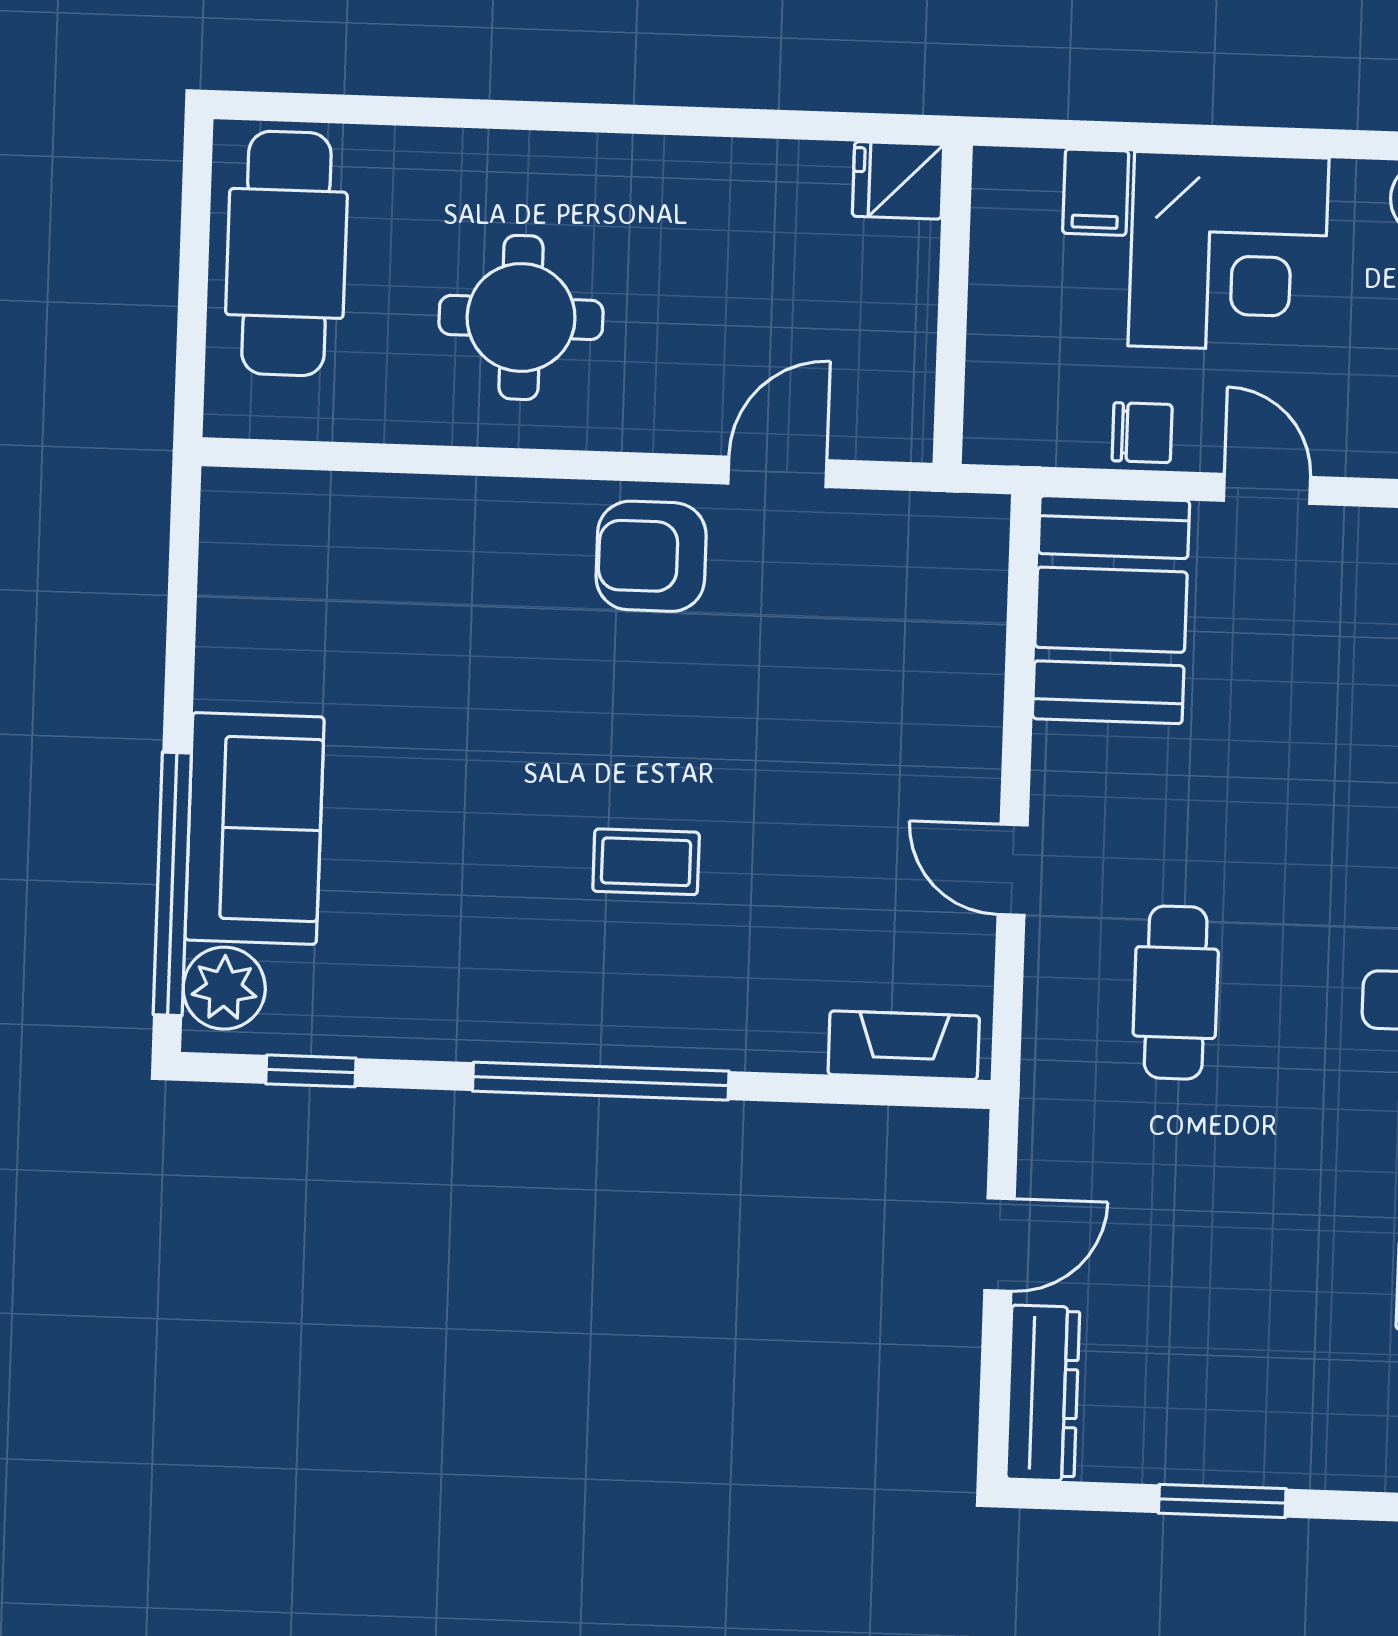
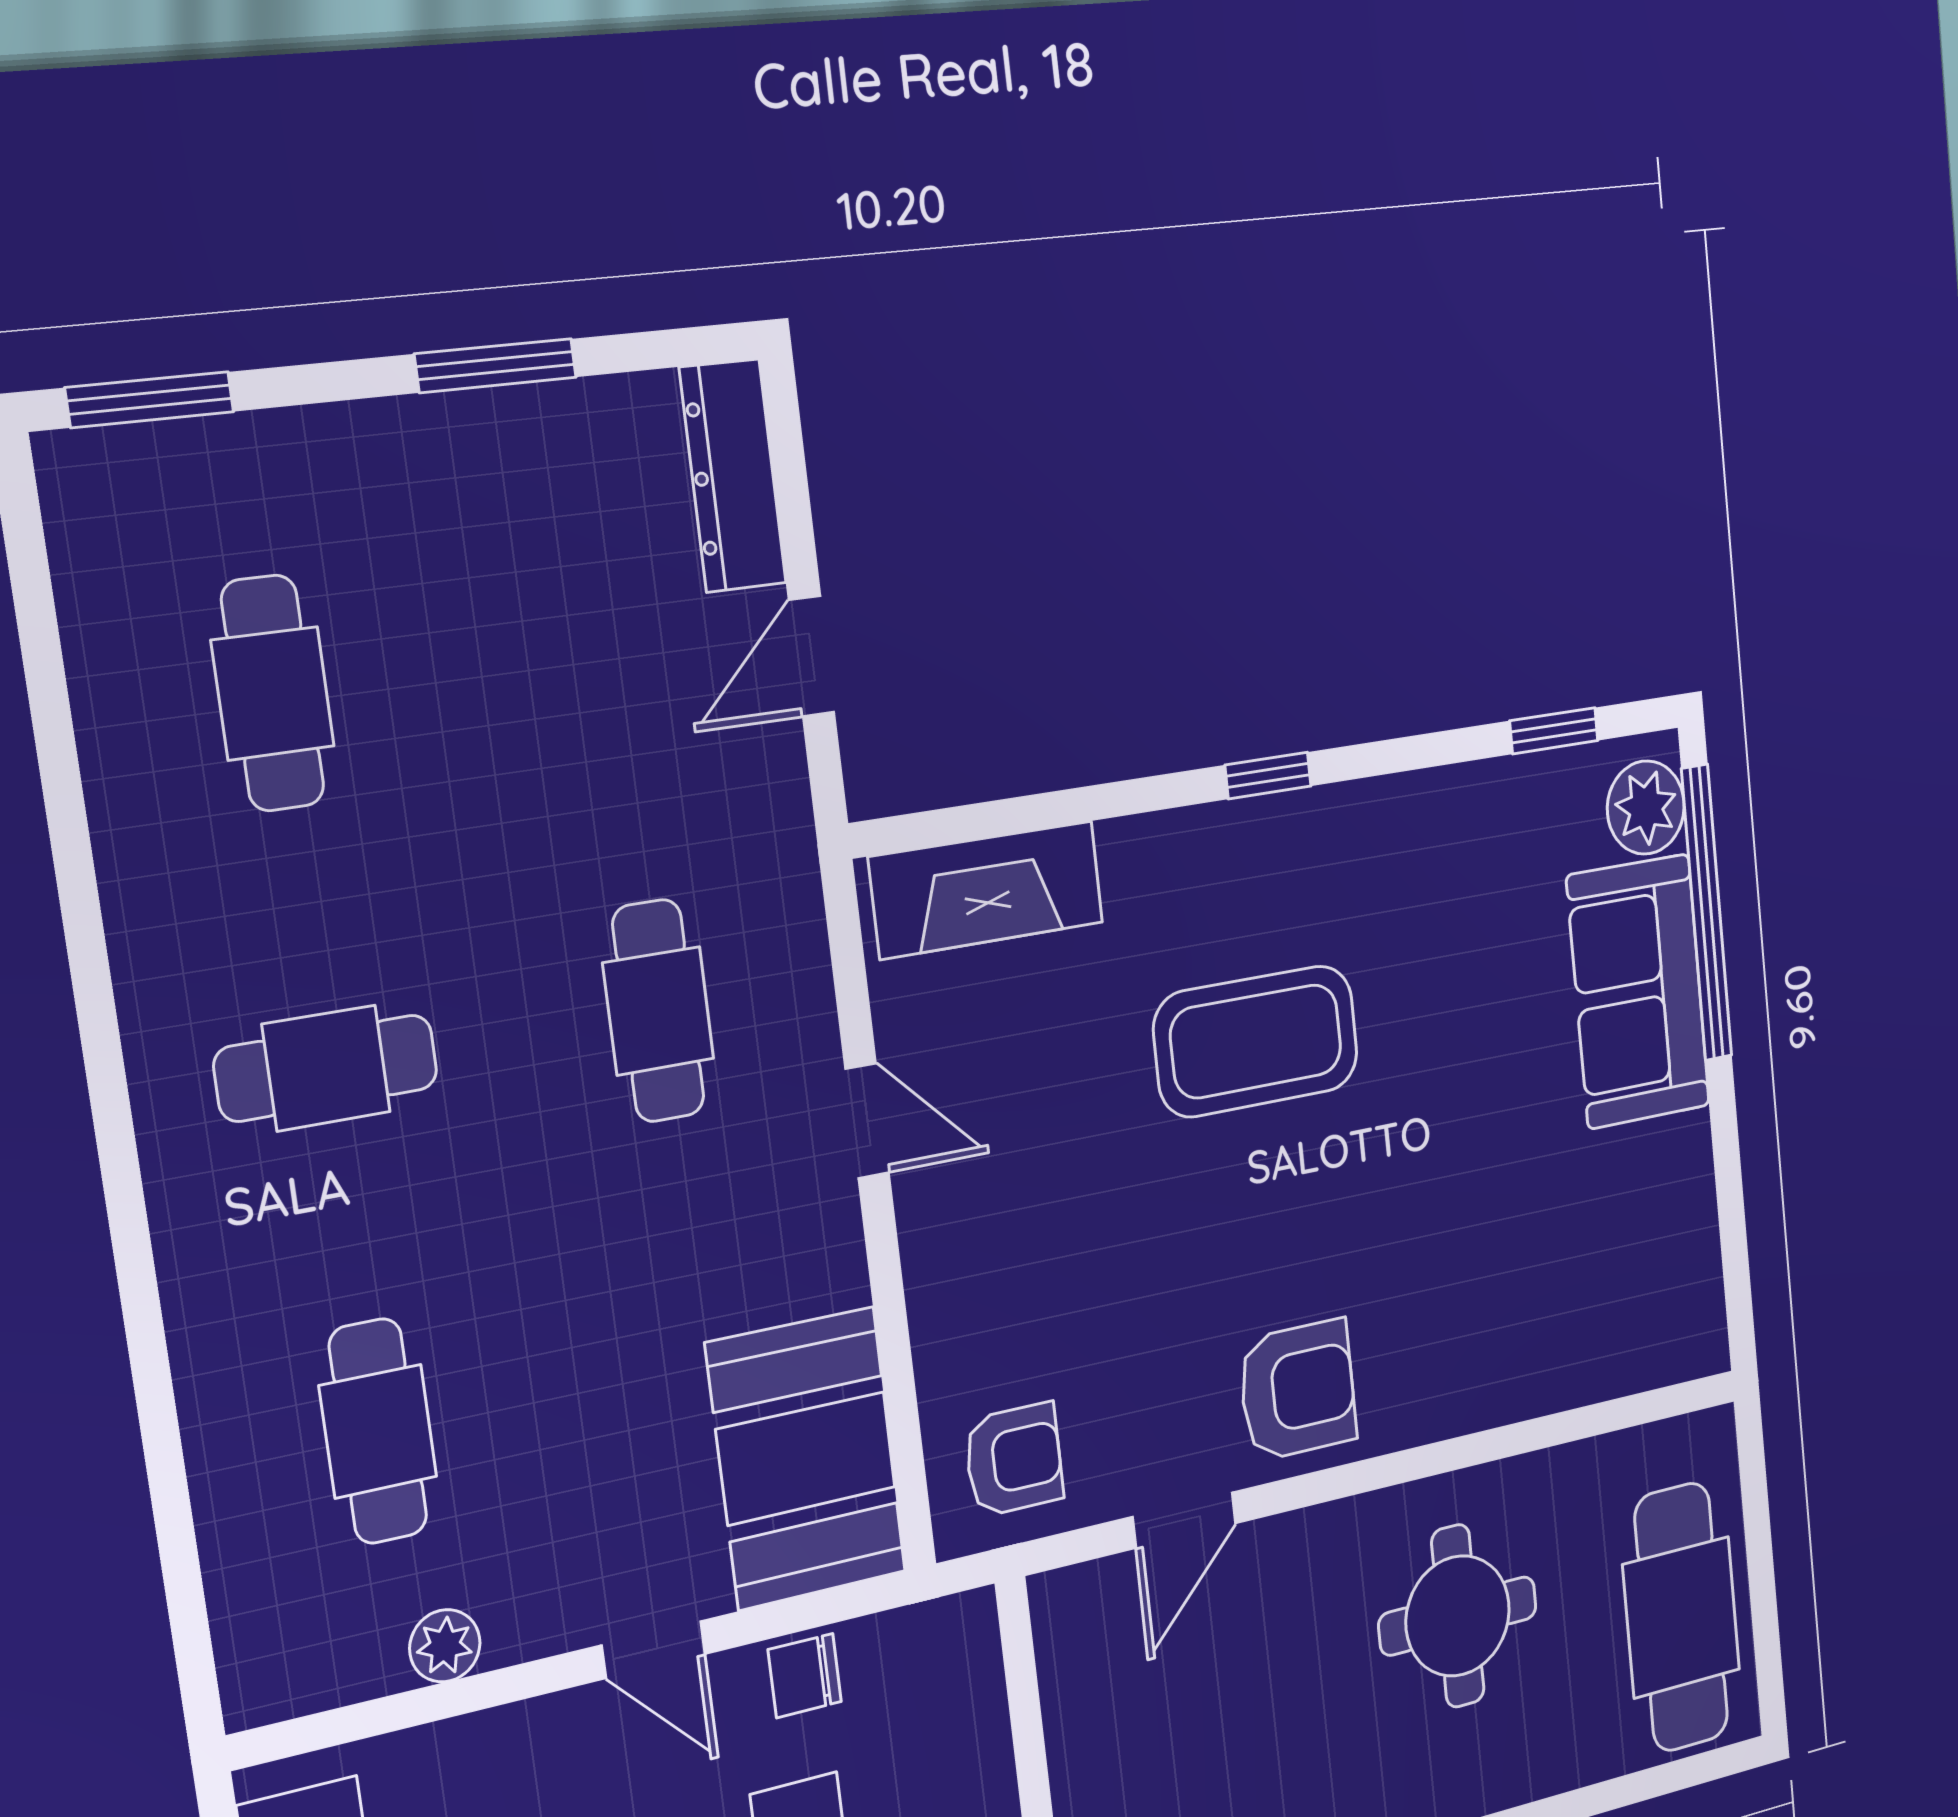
armchair: (927, 563) -> (1014, 1460), added
coffee table: (646, 862) -> (1256, 1041), width x1.86, depth x1.72
fireplace: (904, 1045) -> (987, 890), width x1.37, depth x1.32
window: (601, 1081) -> (1268, 776), width x0.32

